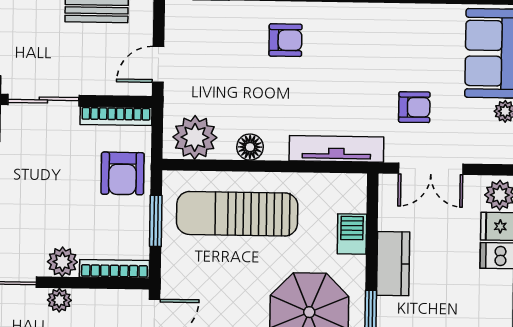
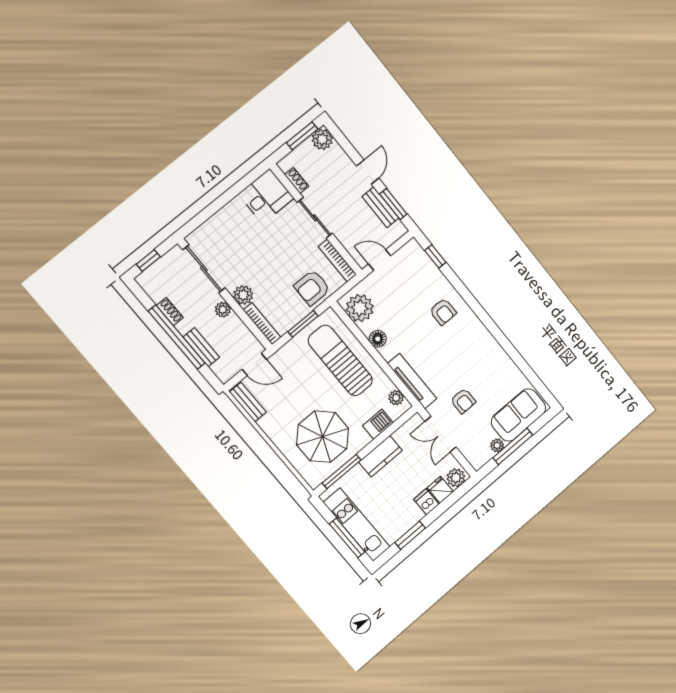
plant: (339, 185) -> (396, 398), added

